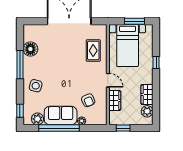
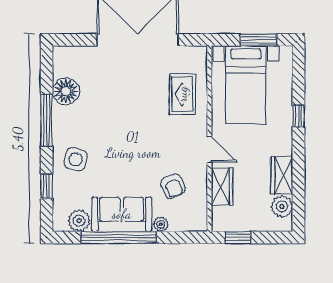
window: (20, 111) -> (47, 186), moved

